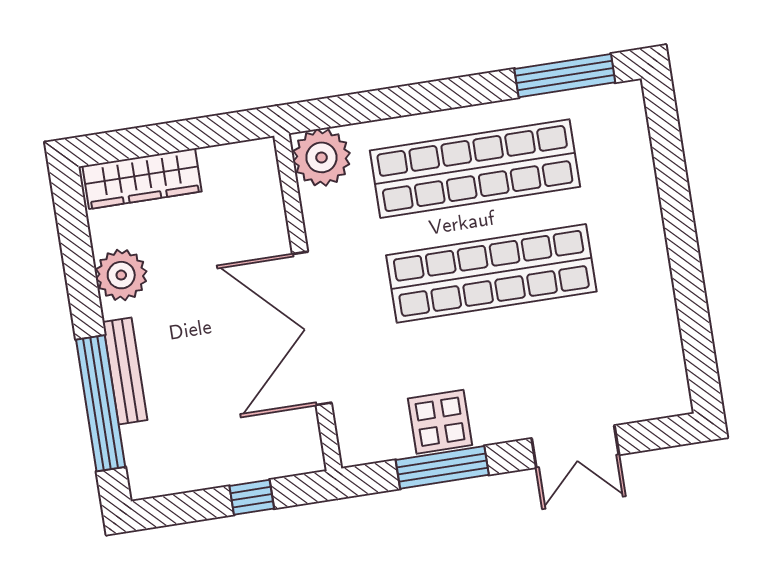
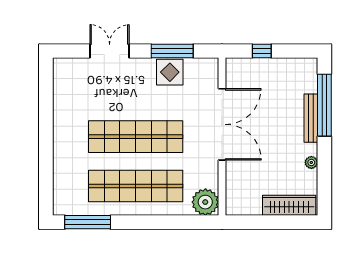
plant: (121, 275) -> (311, 162), width x0.53, depth x0.53

